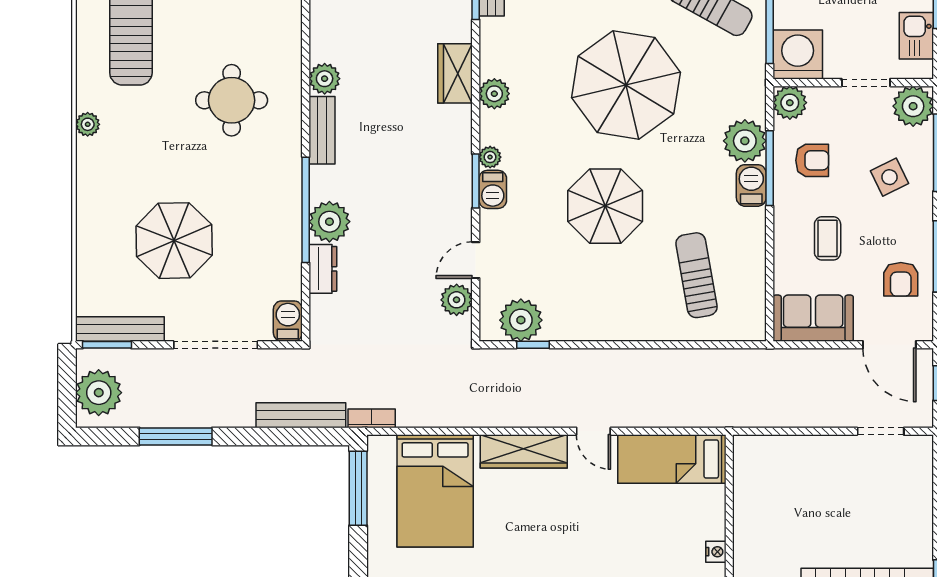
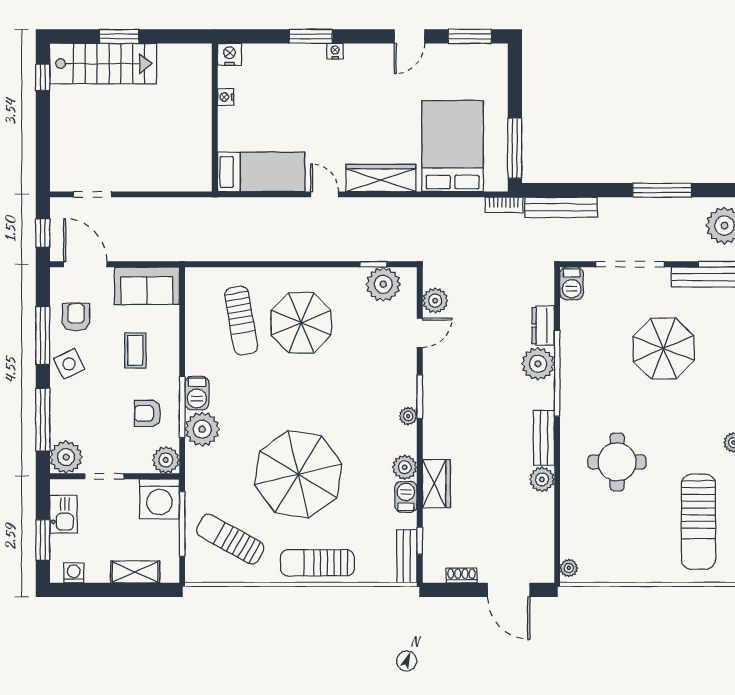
side table: (889, 177) -> (69, 364), moved
barbecue: (493, 189) -> (406, 497), moved
parasol: (605, 206) -> (301, 323), moved

